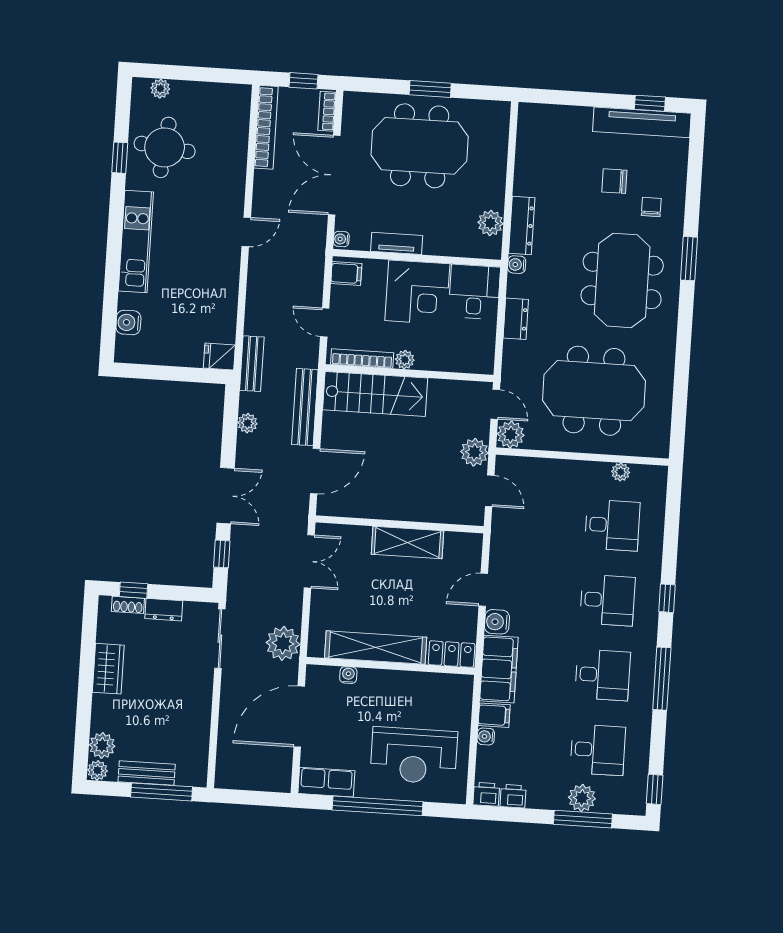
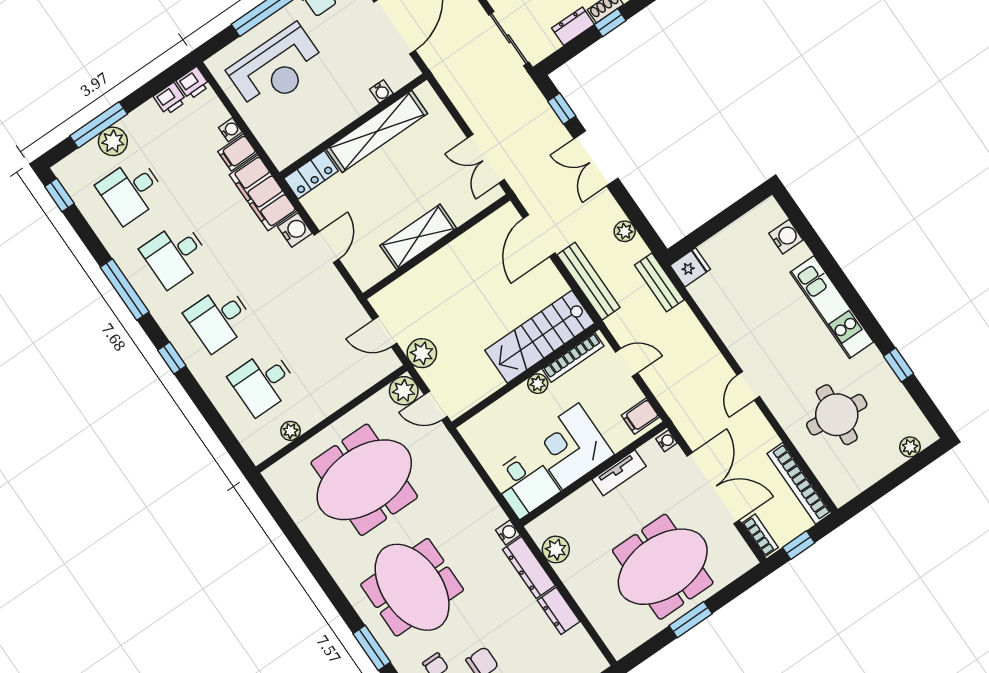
round table: (165, 147) -> (837, 415), moved
dresser: (516, 319) -> (559, 611), moved
plant: (283, 643) -> (455, 75), removed
reception desk: (414, 755) -> (277, 68), turned 180

